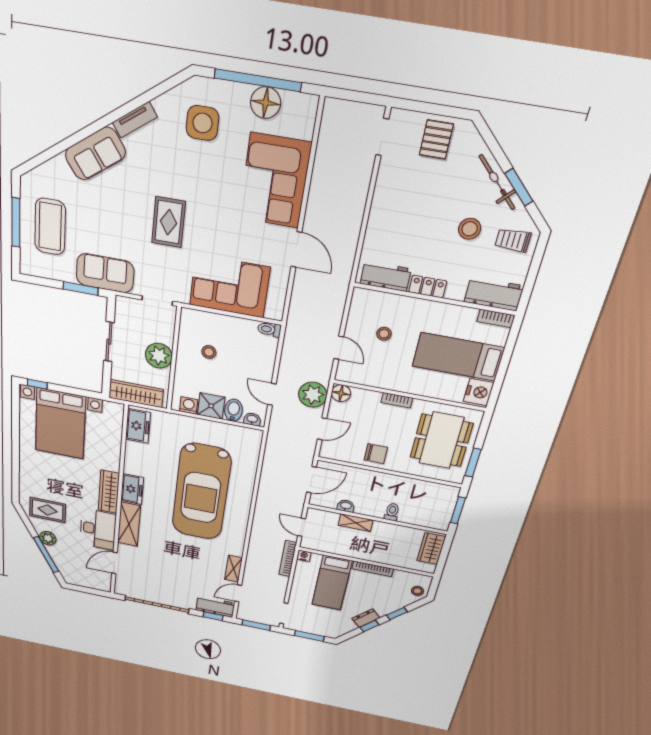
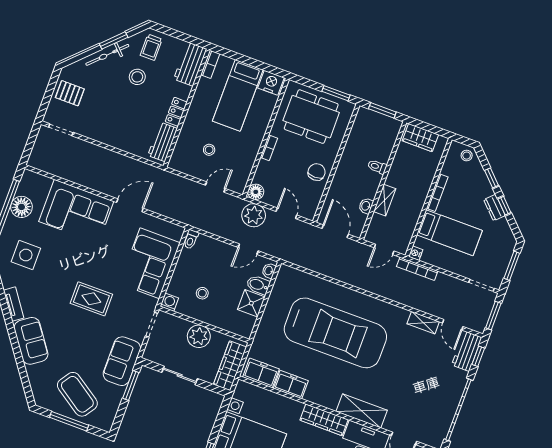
coffee table: (50, 227) -> (77, 394), turned 34
washing machine: (189, 405) -> (169, 302), moved, turned 90
freezer: (132, 489) -> (291, 385), moved

